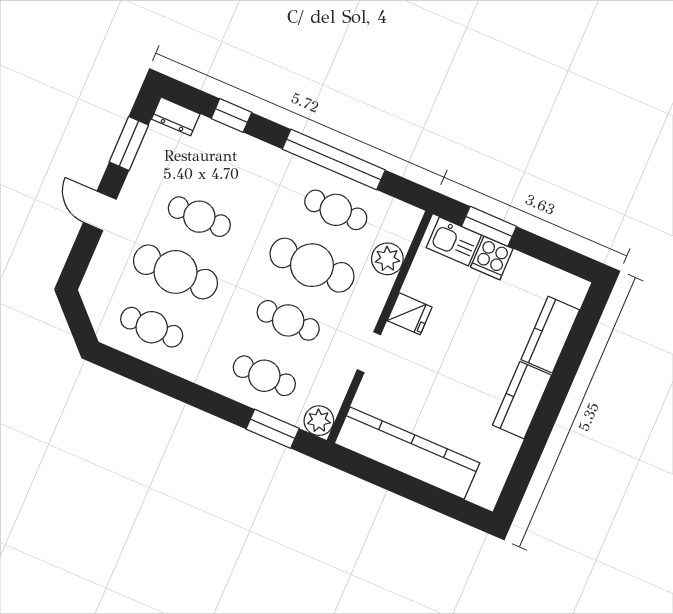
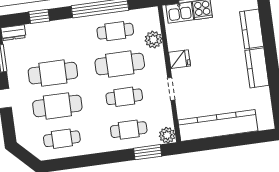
cafe table: (199, 217) -> (53, 73), width x1.37, depth x1.35

